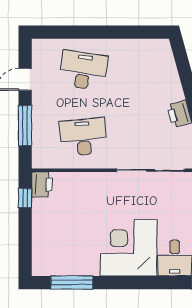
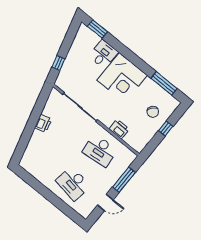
printer: (42, 185) -> (119, 129), moved, turned 90
window: (25, 198) -> (166, 129), moved
chair: (57, 237) -> (153, 112), added

